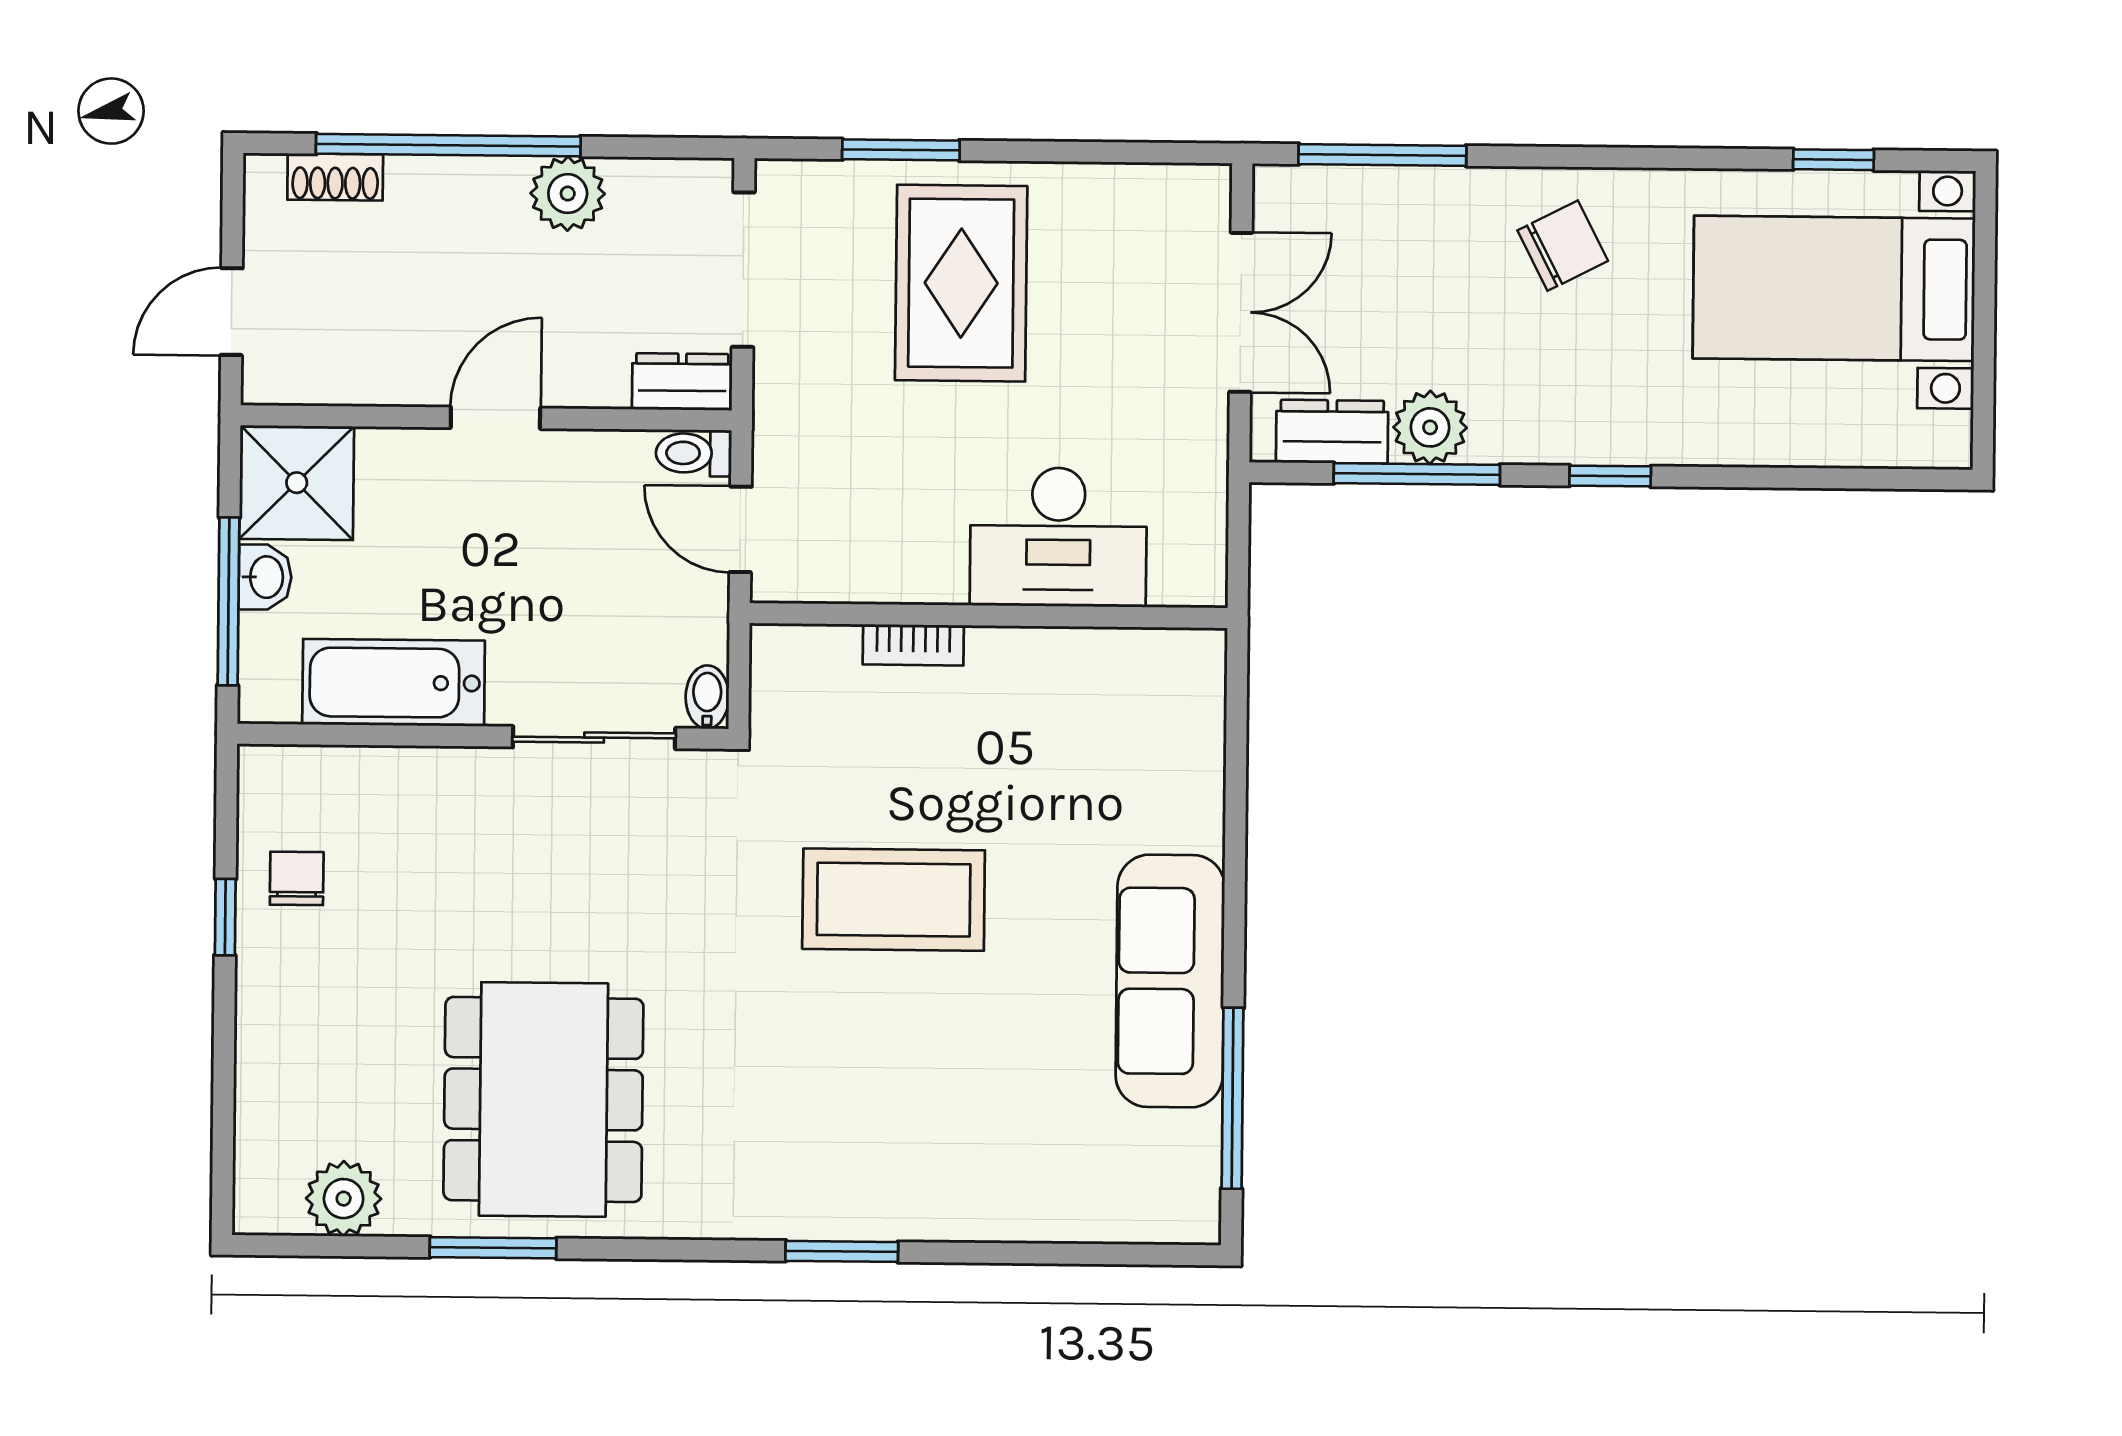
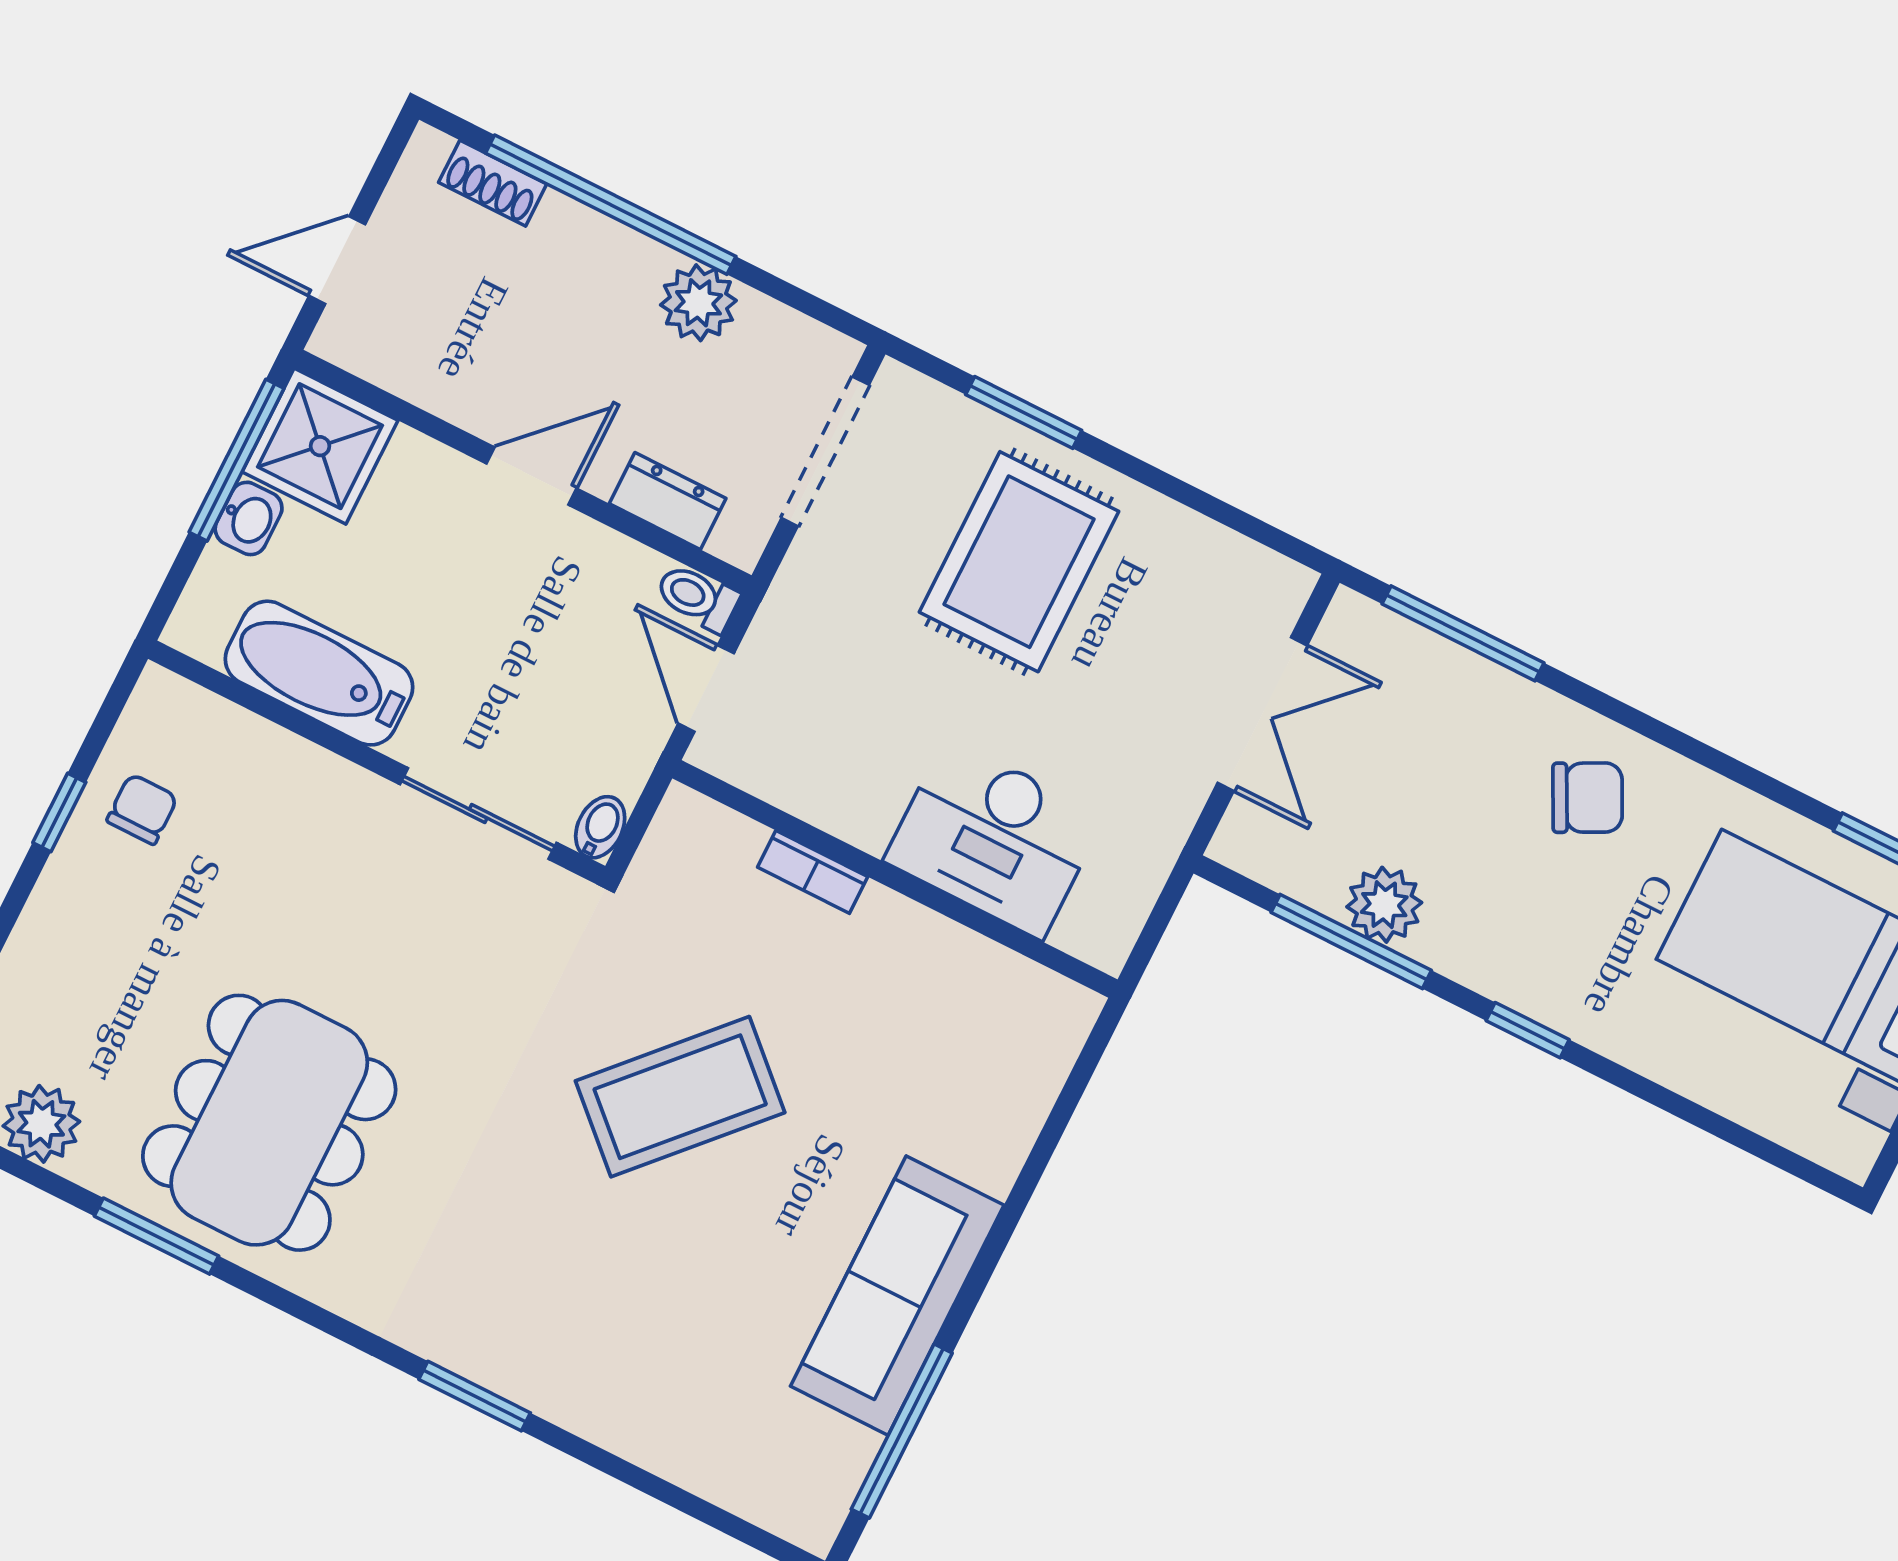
dresser: (682, 382) -> (668, 501), moved
dresser: (1332, 432) -> (1292, 865), removed
window: (229, 601) -> (236, 460), moved
coffee table: (894, 900) -> (680, 1097), turned -47

